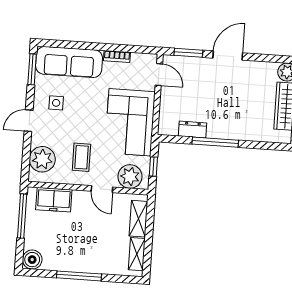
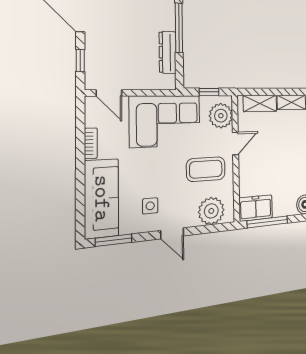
window: (188, 53) -> (80, 60), width x0.67
door: (159, 75) -> (109, 93), swing flipped
dresser: (193, 130) -> (168, 52), width x1.44
coffee table: (81, 157) -> (206, 169), width x1.36, depth x1.30
freezer: (54, 200) -> (256, 208), moved, turned -90

